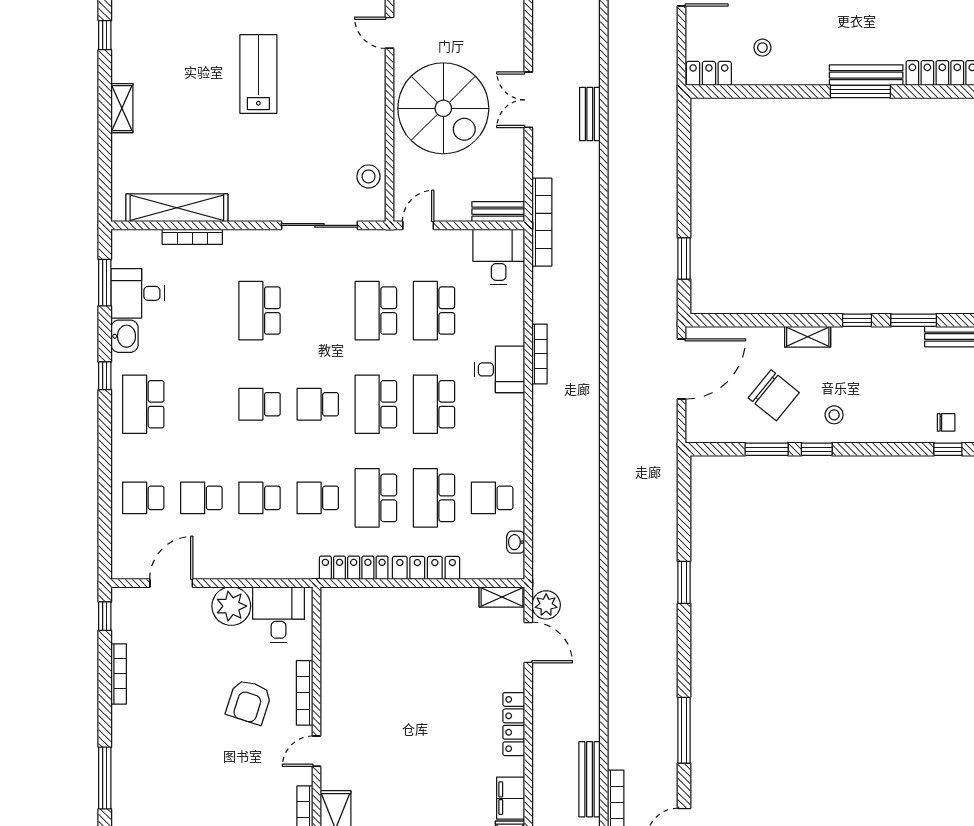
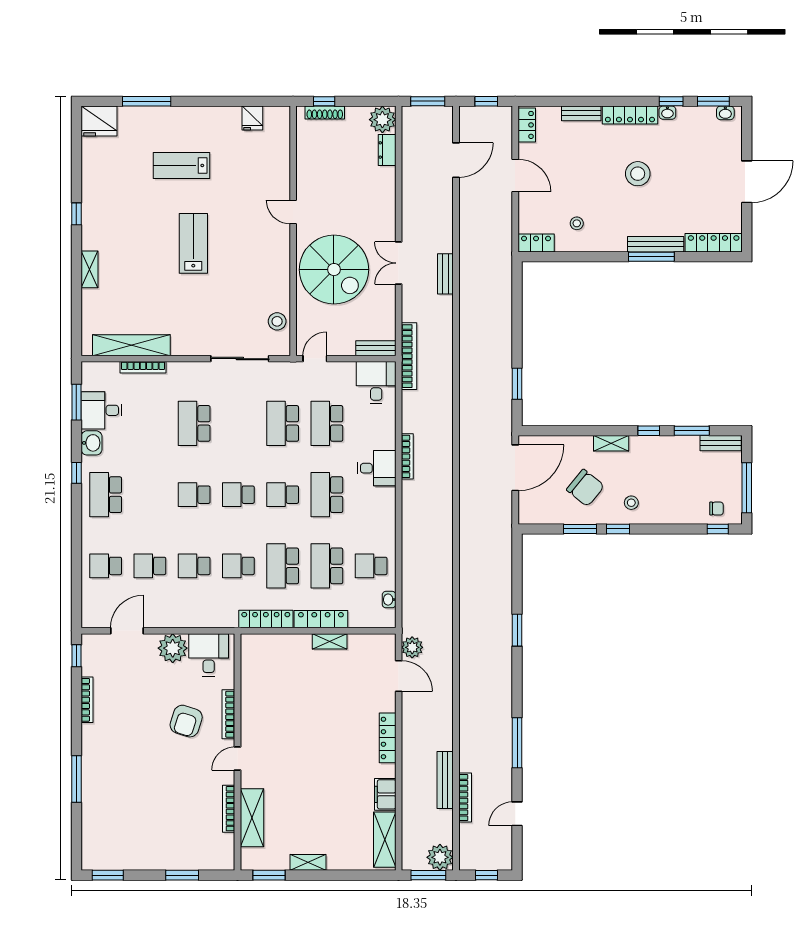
school desk: (376, 404) -> (283, 495), width x0.54
shelving: (502, 597) -> (330, 641), moved

